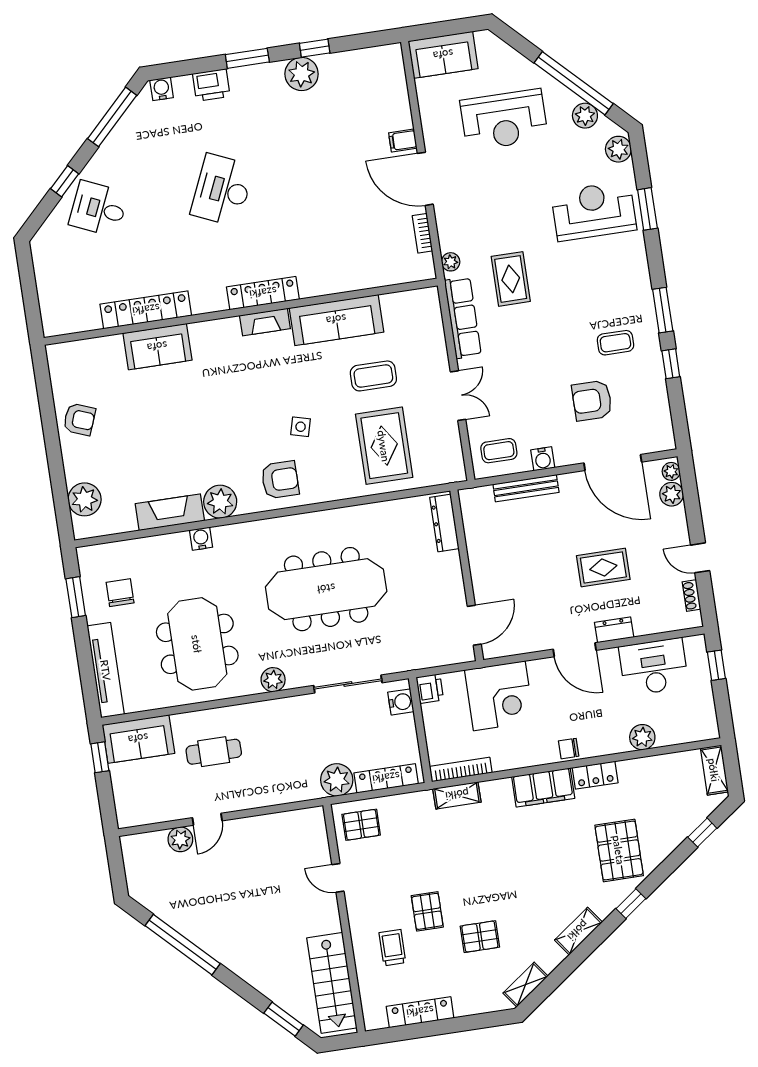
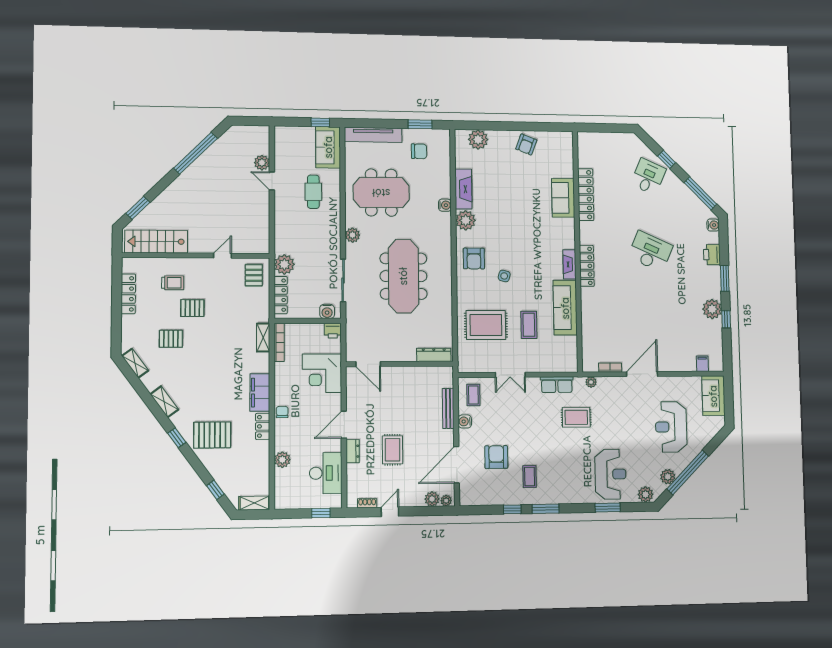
filing cabinet: (403, 141) -> (702, 364), moved
row of seats: (463, 318) -> (557, 385), width x0.68
pallet: (480, 937) -> (171, 339), turned 90

